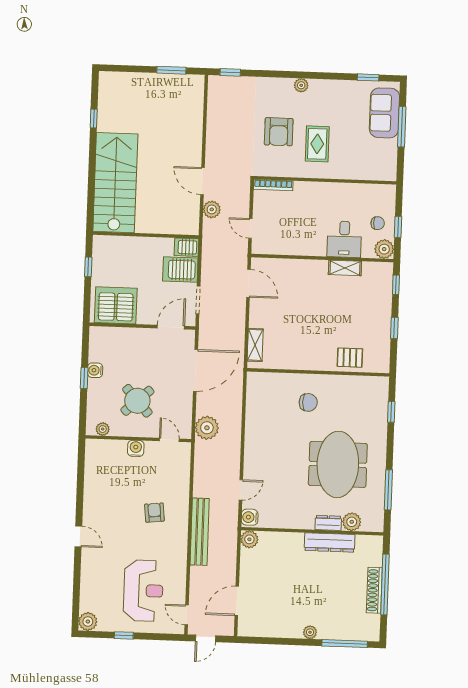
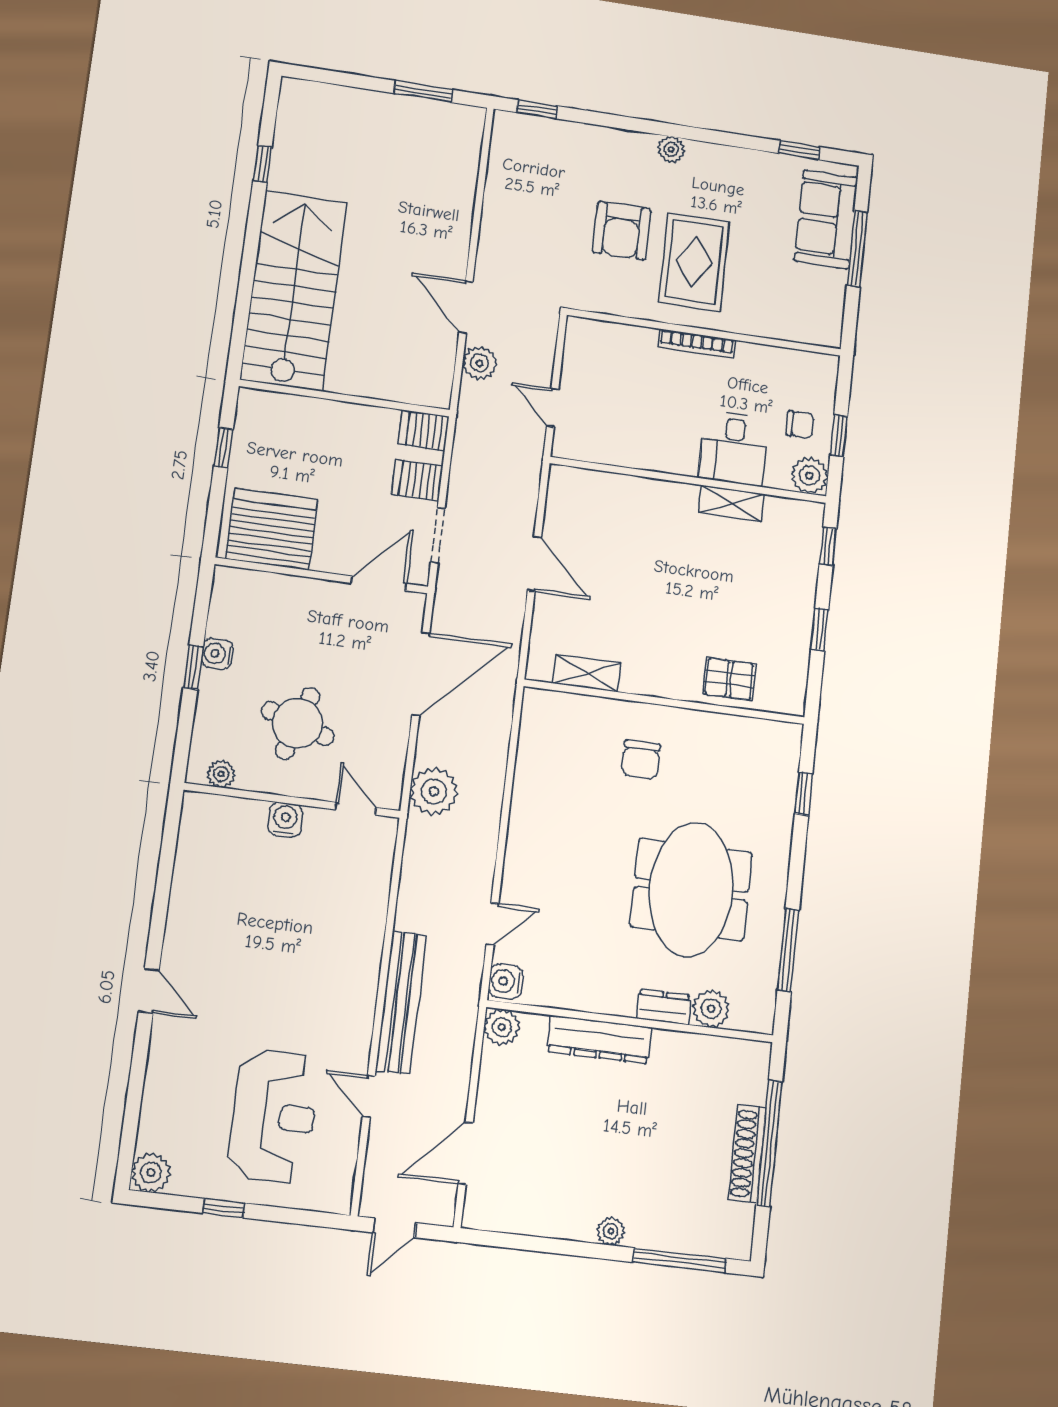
rug: (317, 144) -> (694, 262), width x1.36, depth x1.43
bookcase: (273, 185) -> (697, 344), moved
server rack: (180, 270) -> (417, 480), width x0.73, depth x0.70
door: (248, 283) -> (534, 564), moved
shelving: (255, 345) -> (587, 673), moved, turned 90
round table: (137, 401) -> (298, 724), turned -30
chair: (308, 402) -> (641, 760), turned 90
armchair: (154, 513) -> (312, 955), removed
dresser: (330, 543) -> (599, 1039), moved
door: (187, 615) -> (369, 1097), moved

